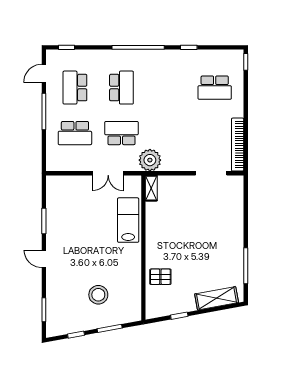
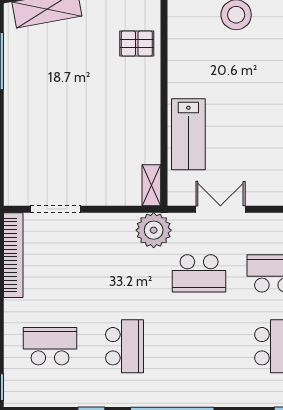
school desk: (121, 88) -> (125, 346), moved, turned 180

